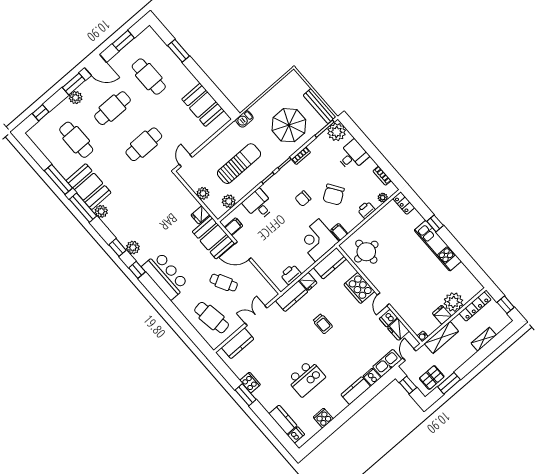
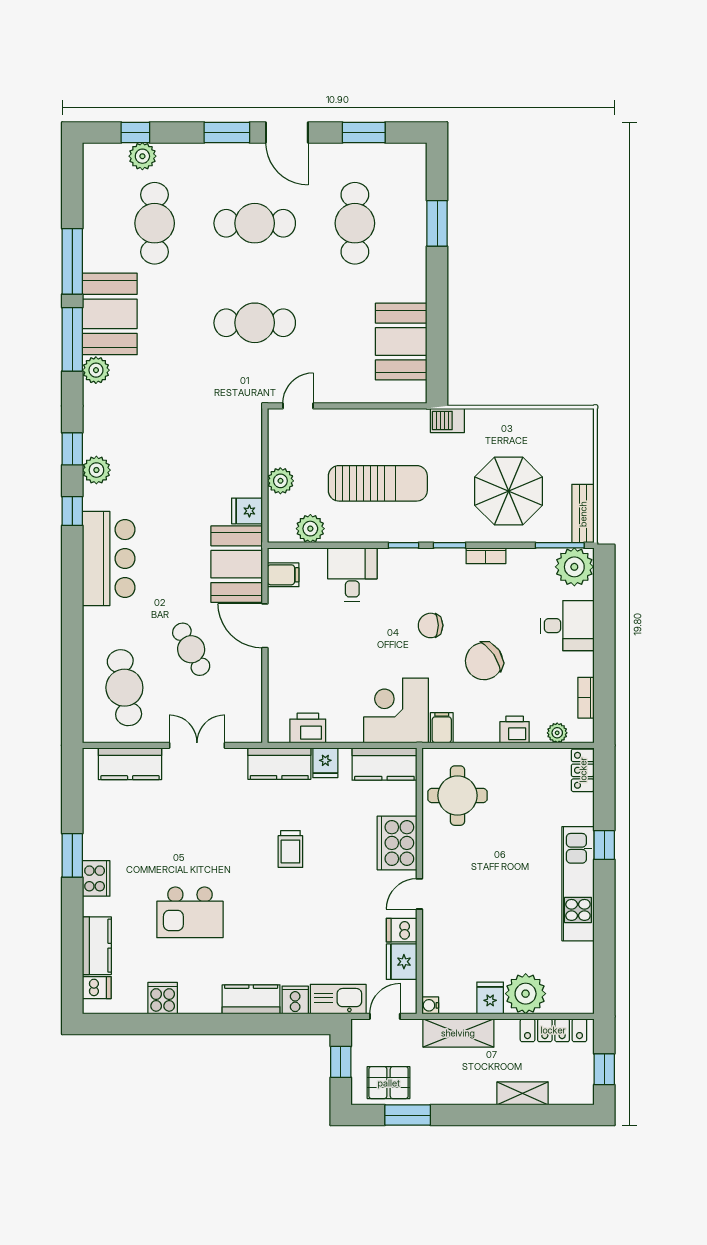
plant: (76, 98) -> (142, 156), moved
bench: (320, 106) -> (583, 514), width x0.73
cooker: (250, 383) -> (96, 878), moved

